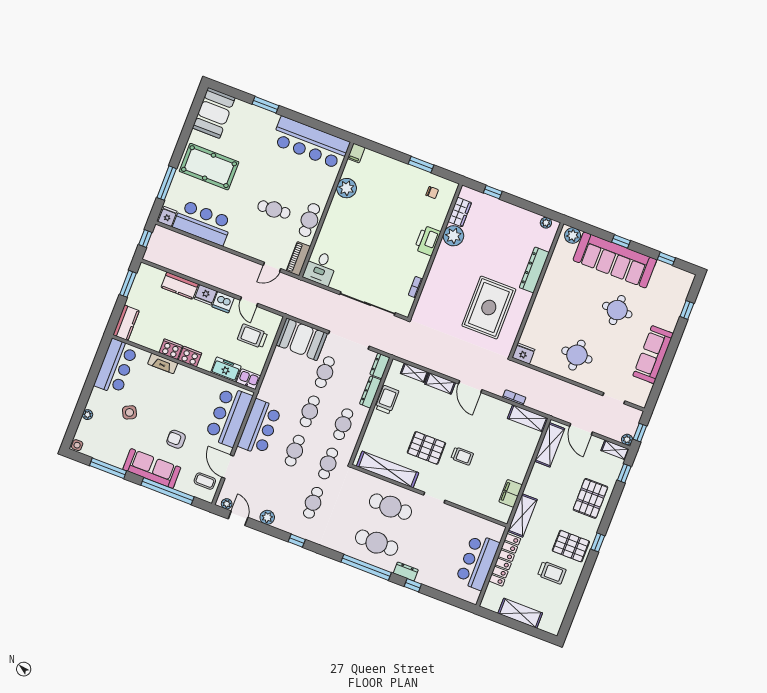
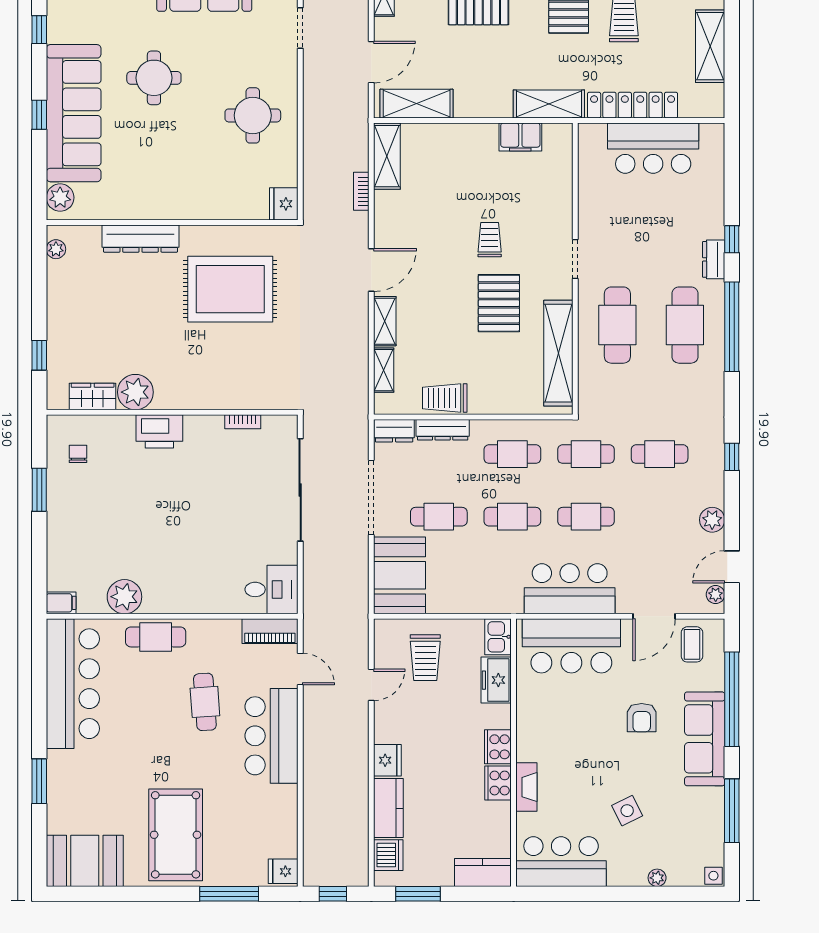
cafe table: (309, 220) -> (156, 637), moved
bar counter: (203, 223) -> (271, 736), moved
dishwasher: (223, 302) -> (388, 855), moved

